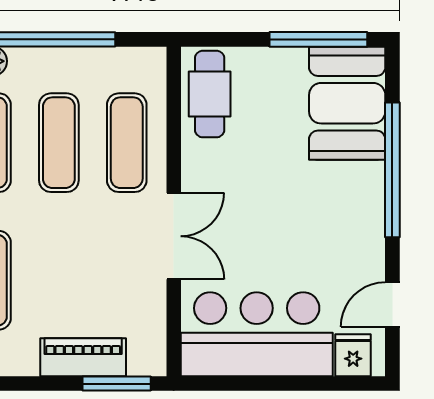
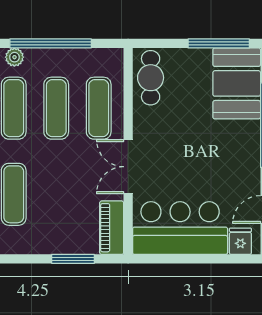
double door: (174, 236) -> (128, 167), swing flipped
piano: (83, 357) -> (112, 228), moved, turned -90
window: (117, 384) -> (73, 259), moved

